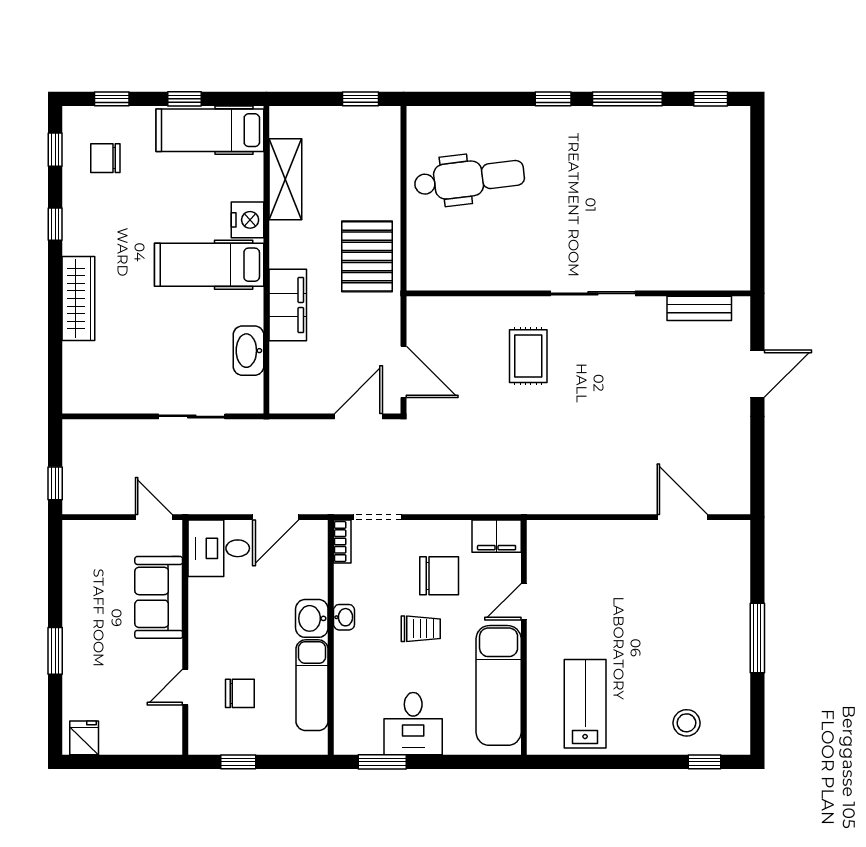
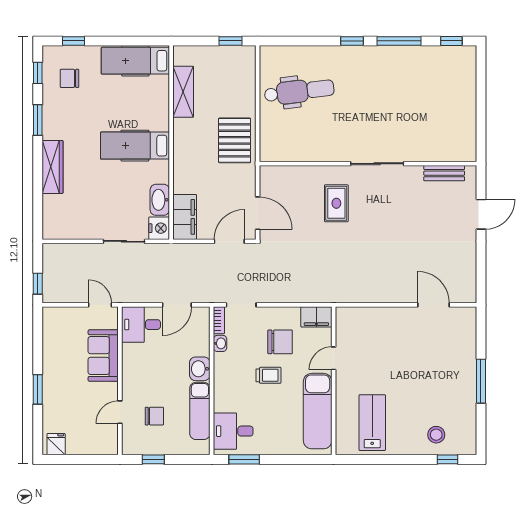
window: (184, 99) -> (119, 41), removed
nightstand: (247, 220) -> (159, 228), moved
window: (55, 224) -> (38, 120), width x1.50
filing cabinet: (288, 305) -> (185, 217), moved
washbasin: (344, 617) -> (220, 343), moved
desk: (413, 724) -> (233, 431), moved, turned 90

